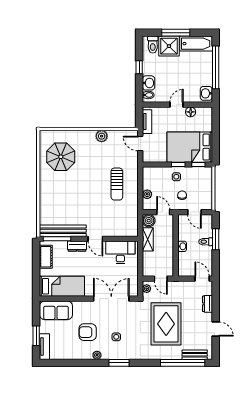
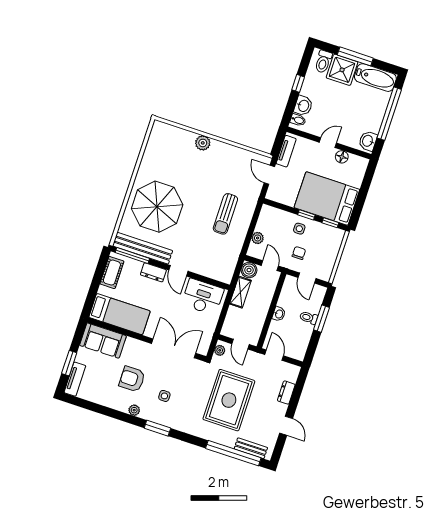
plant: (102, 136) -> (203, 143), moved
parasol: (61, 157) -> (157, 207), moved, width x1.36, depth x1.36
door: (202, 279) -> (274, 355), moved

